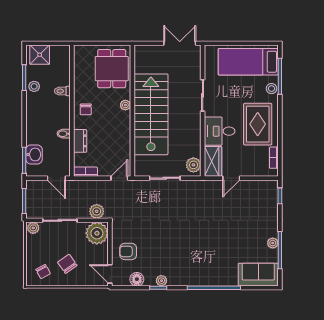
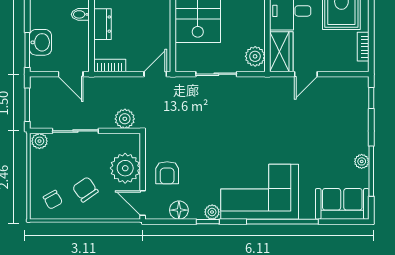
plant: (97, 233) -> (125, 168), moved
armchair: (128, 251) -> (167, 173), turned -90
corner sofa: (197, 266) -> (260, 192), added

